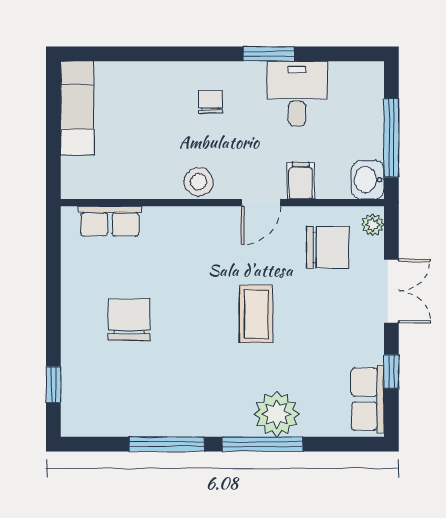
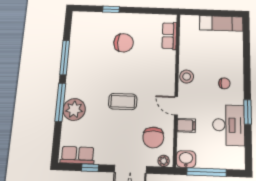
desk: (297, 93) -> (229, 125), width x1.37
window: (53, 385) -> (111, 9), moved

